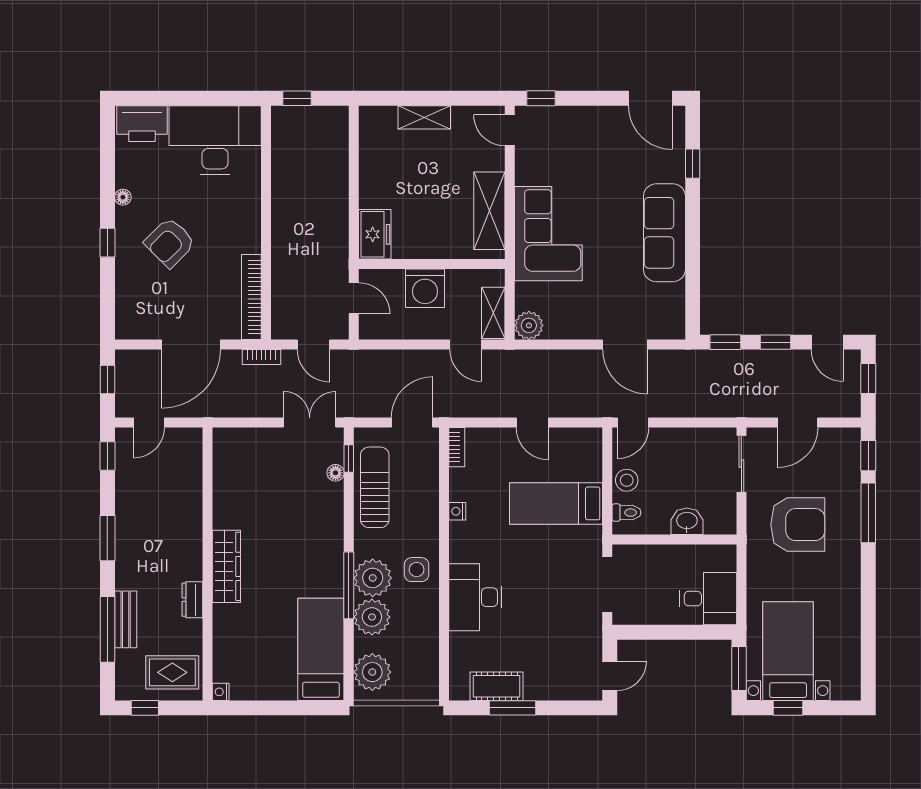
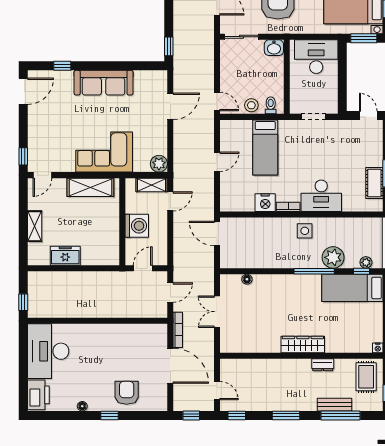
freezer: (375, 234) -> (65, 256), moved
armchair: (170, 242) -> (127, 393), moved, turned -135
bookcase: (251, 297) -> (142, 329), removed
window: (775, 342) -> (169, 16), removed
bookcase: (261, 357) -> (178, 330), width x1.56
double door: (310, 423) -> (217, 312), moved
bookcase: (457, 447) -> (288, 207), moved
window: (349, 458) -> (362, 271), moved
sun lounger: (375, 487) -> (256, 256), removed
nightstand: (457, 511) -> (265, 203), width x1.89, depth x1.79
washbasin: (687, 521) -> (274, 48), moved, turned -90
plant: (373, 578) -> (310, 257), removed
doorway: (607, 584) -> (314, 117), width x0.73
desk: (708, 599) -> (316, 57), width x1.37
plant: (372, 672) -> (366, 262), width x0.53, depth x0.53

